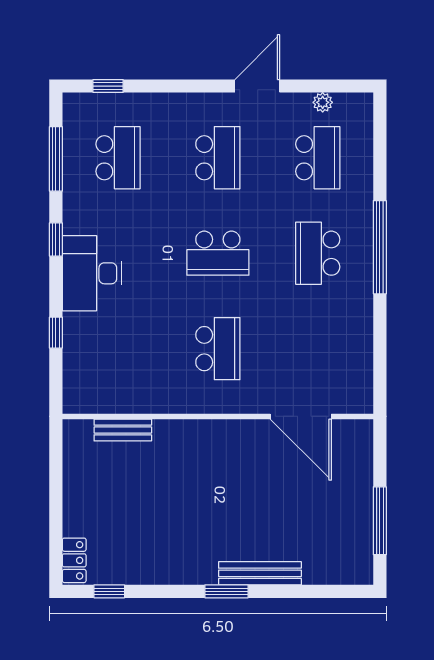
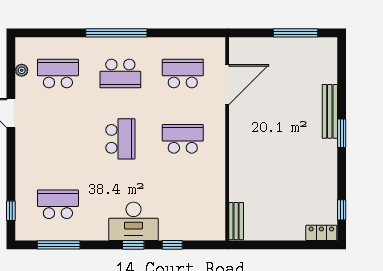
school desk: (218, 158) -> (183, 74), moved
window: (56, 239) -> (133, 245), moved
bench: (123, 430) -> (236, 221), moved

